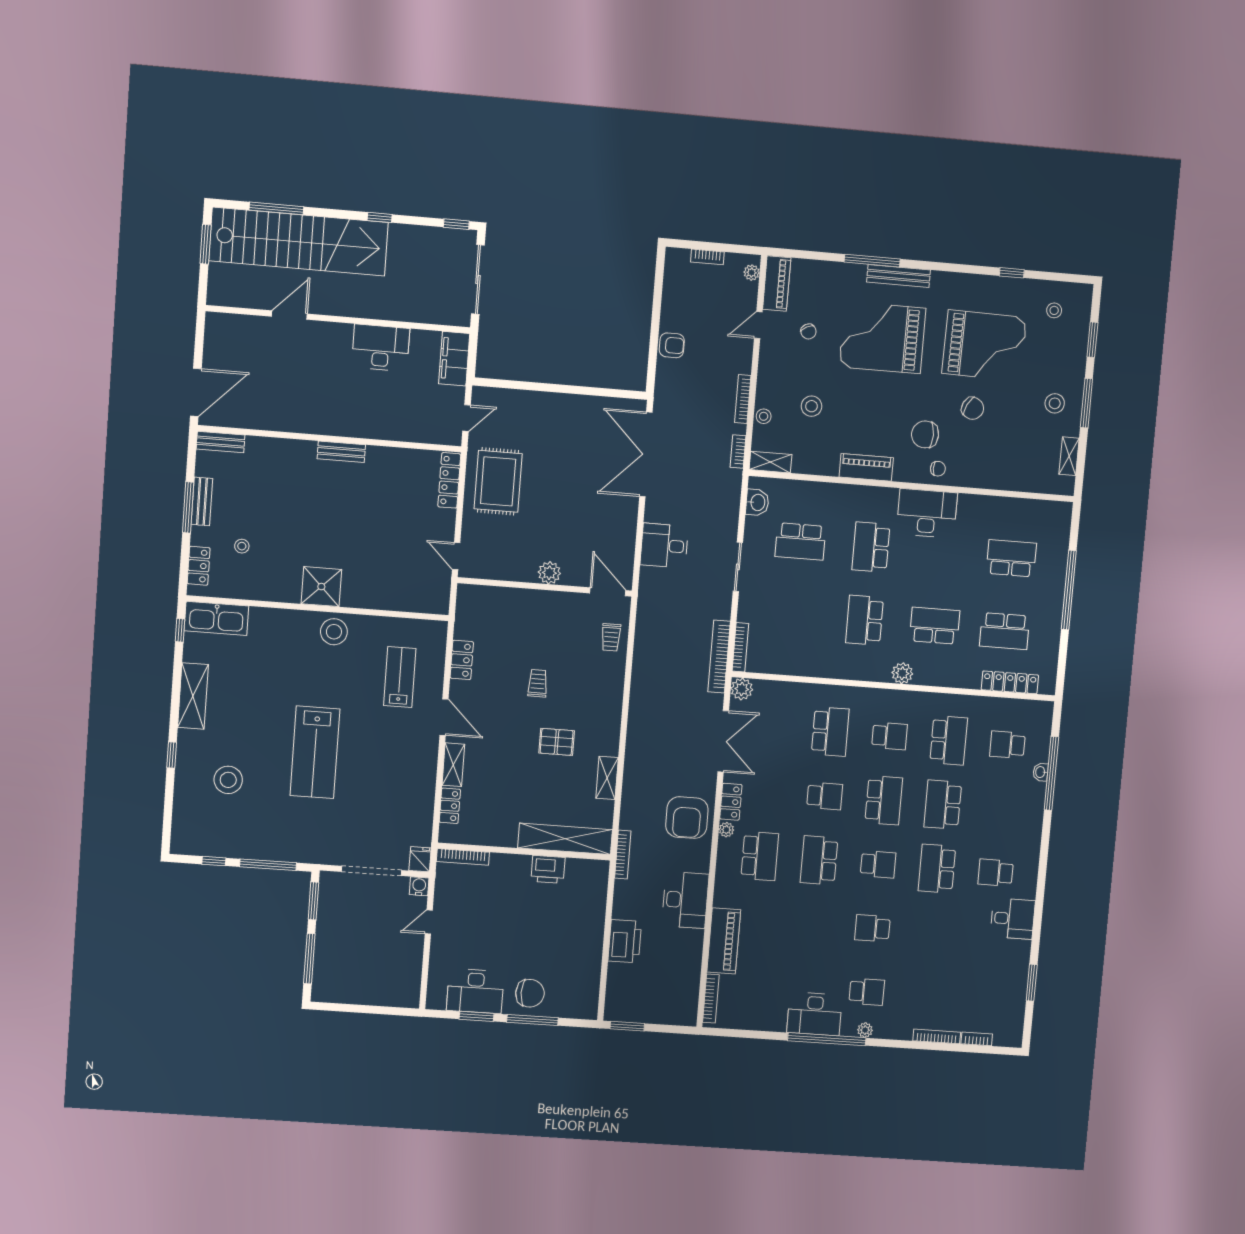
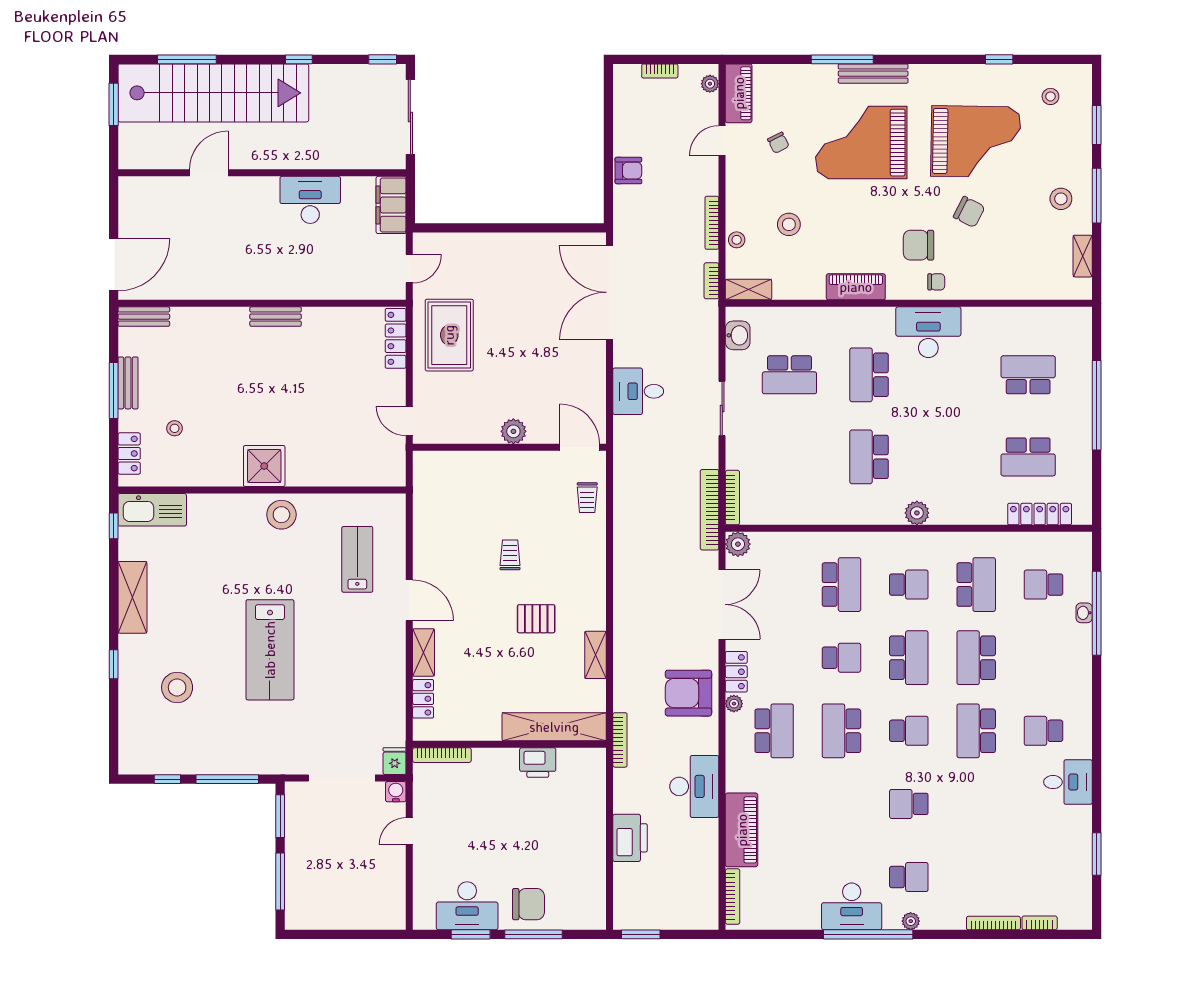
school desk: (935, 626) -> (949, 457), removed
locker: (462, 660) -> (424, 535), removed
armchair: (687, 818) -> (688, 693), turned 90

